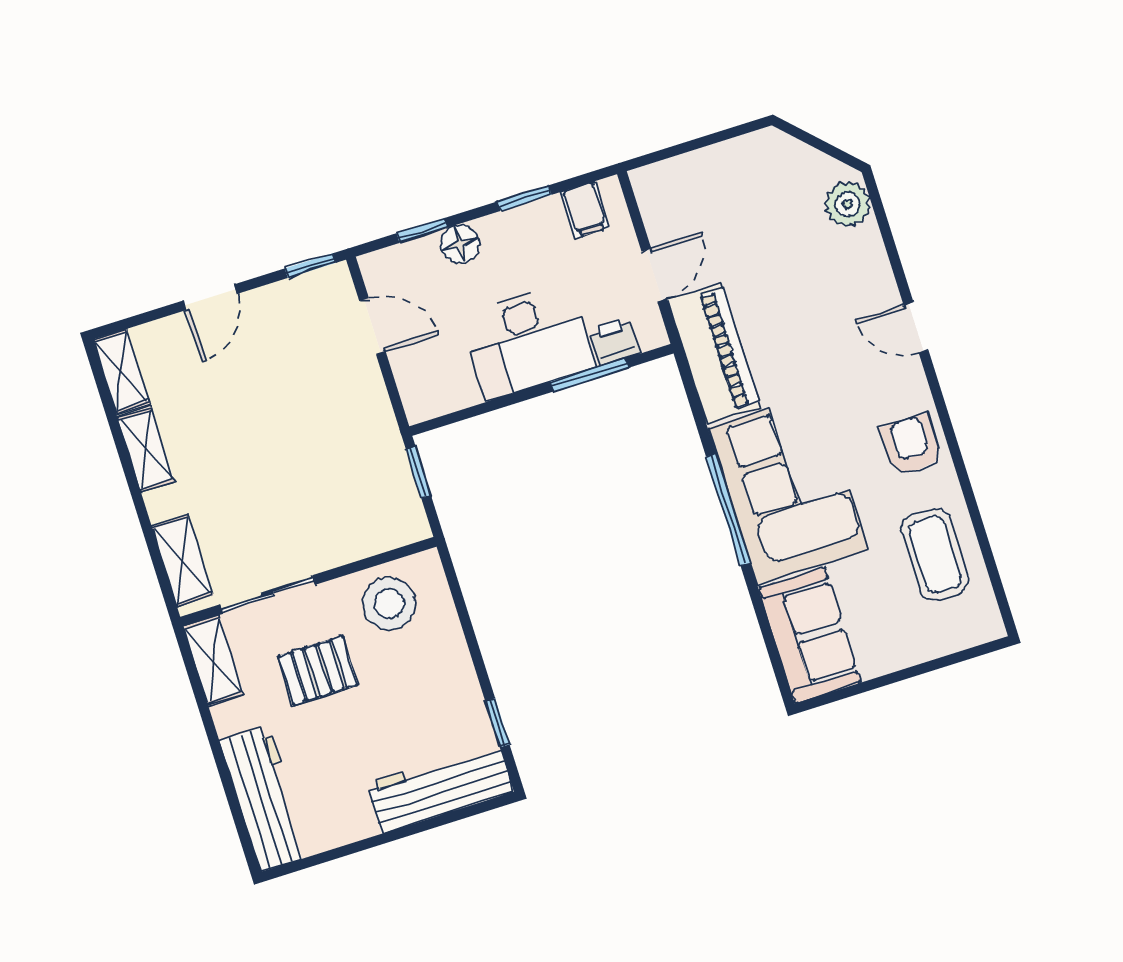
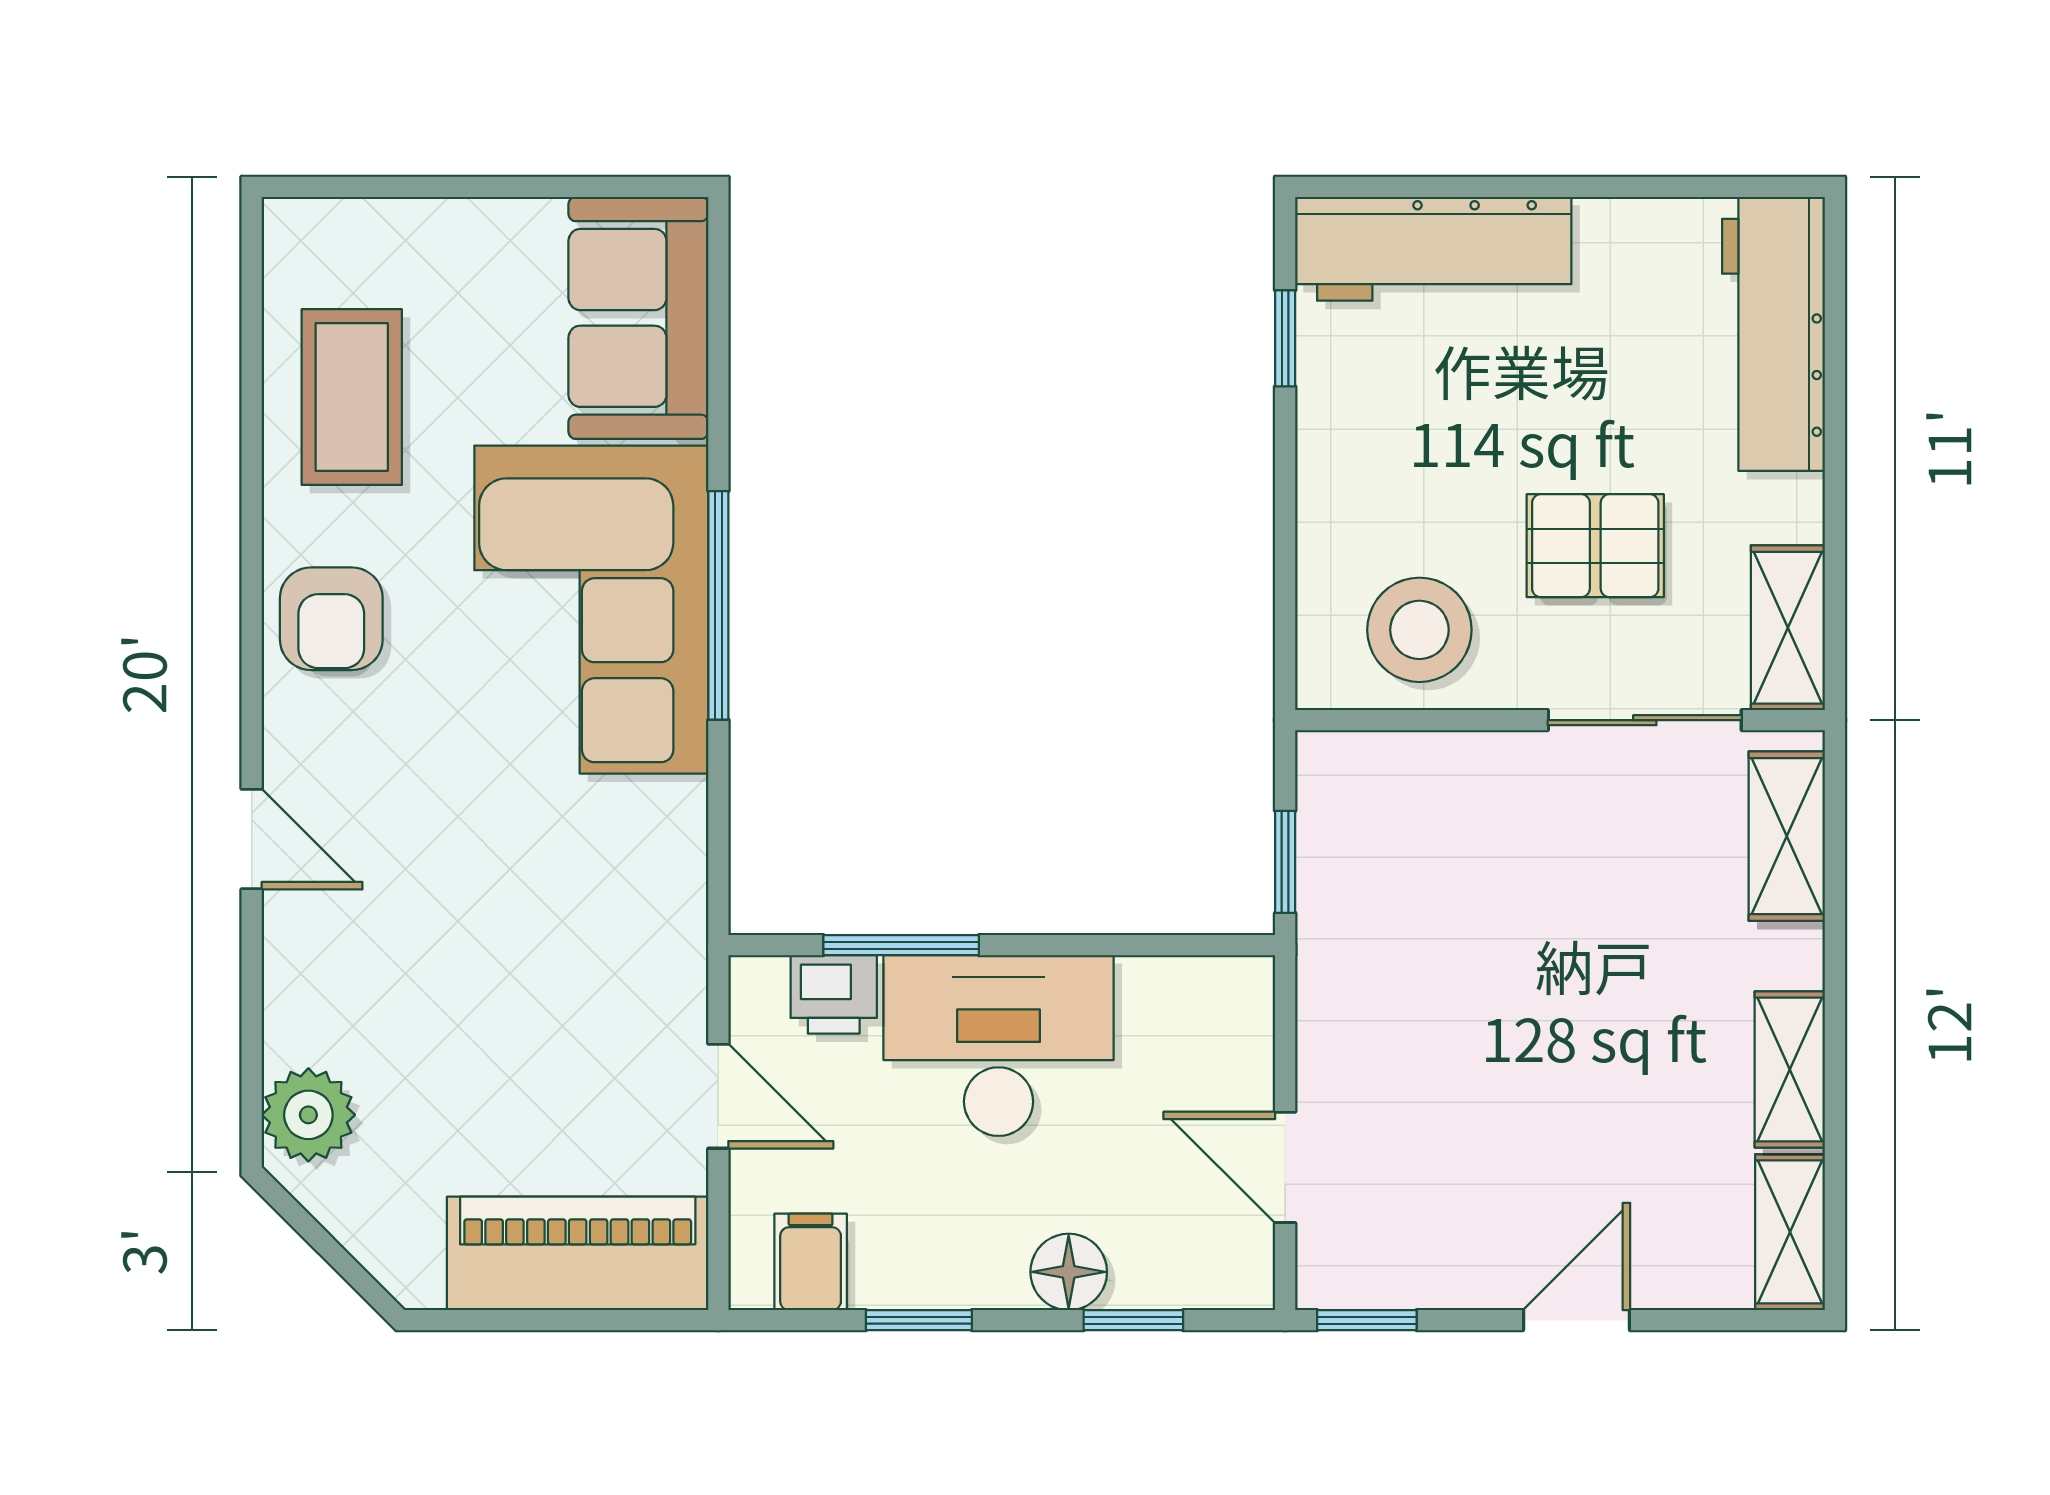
door: (654, 275) -> (718, 1096), swing flipped
piano: (714, 354) -> (578, 1253), moved, turned 90

